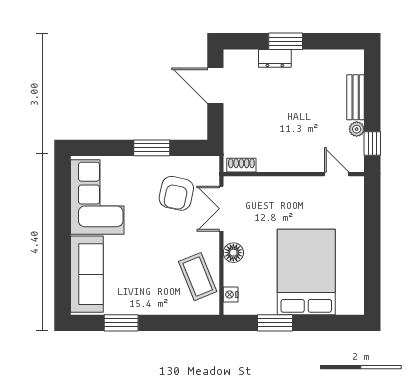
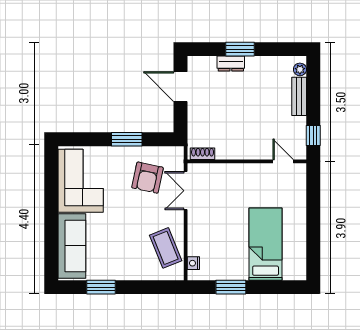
plant: (357, 129) -> (300, 69), moved
floor lamp: (233, 253) -> (196, 228), removed
bed: (306, 272) -> (266, 244), width x0.67

